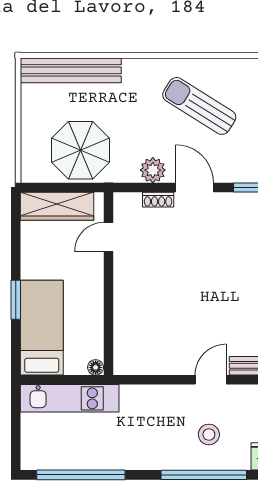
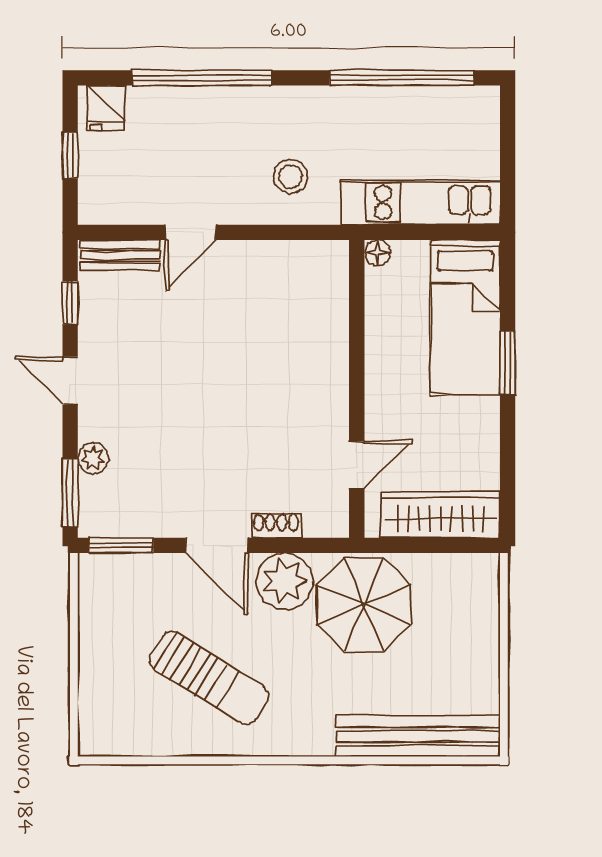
parasol: (81, 150) -> (364, 605), moved
plant: (153, 170) -> (285, 581), width x1.36, depth x1.36
stool: (209, 434) -> (290, 177), moved

